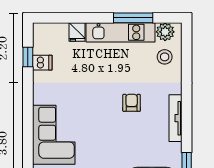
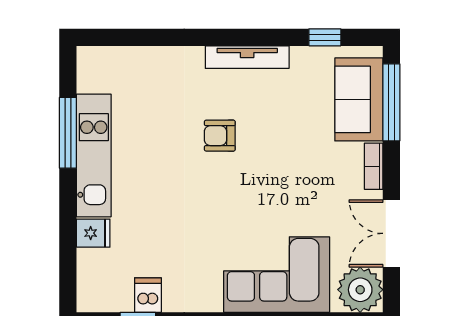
plant: (165, 32) -> (93, 76), removed
stool: (165, 57) -> (138, 77), removed

